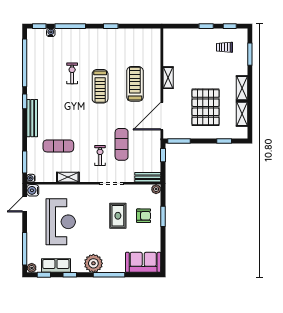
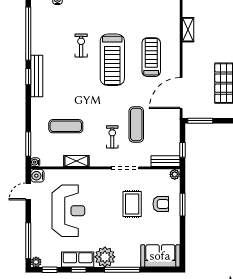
shelving: (168, 78) -> (188, 30), moved
treadmill: (100, 86) -> (112, 60), width x1.37, depth x1.38
bench: (32, 118) -> (37, 76), moved
window: (163, 155) -> (182, 150), moved
row of seats: (56, 266) -> (78, 260), moved

